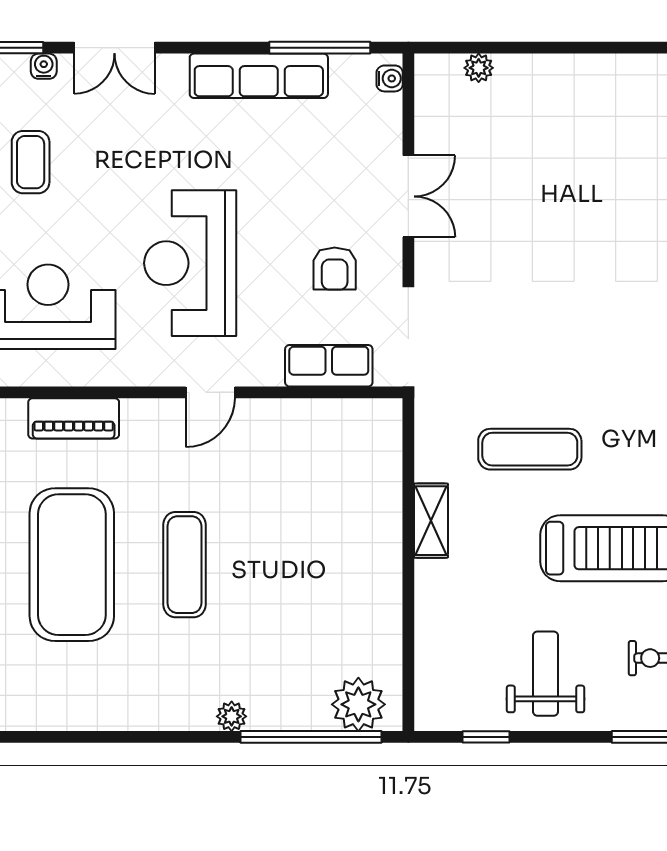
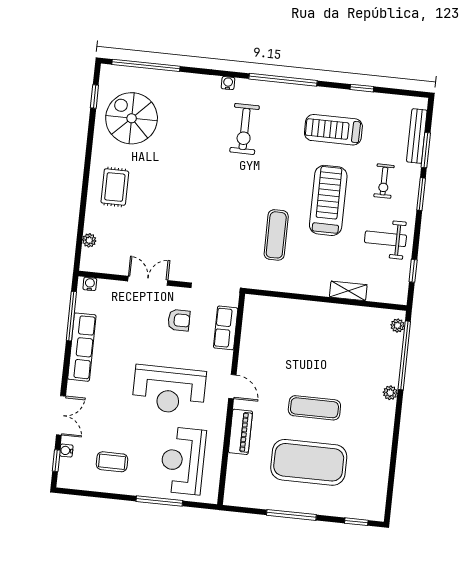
rug: (593, 109) -> (115, 187), added
piano: (74, 418) -> (240, 432), moved
shelving: (431, 521) -> (348, 291), moved
plant: (358, 704) -> (398, 325), width x0.53, depth x0.53

